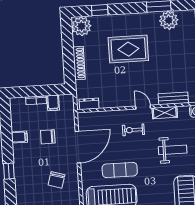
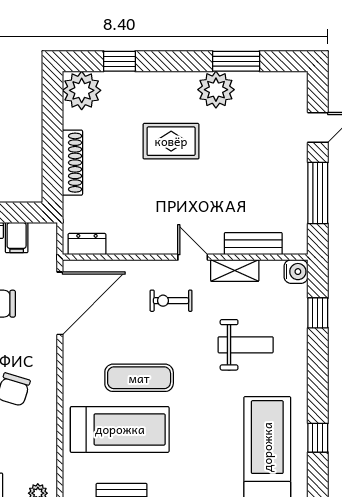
plant: (169, 20) -> (216, 90), moved
rug: (128, 49) -> (171, 141), width x0.73, depth x0.70
door: (78, 147) -> (60, 303), moved

